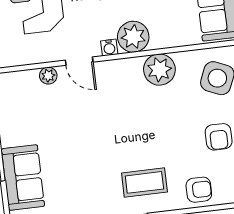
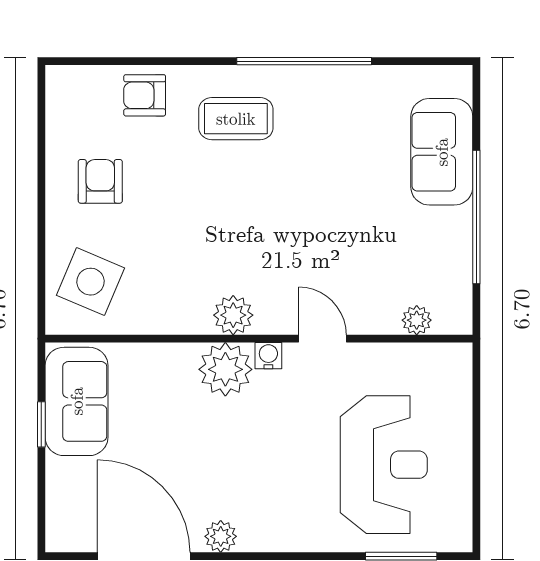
plant: (159, 70) -> (233, 315), moved, width x0.73, depth x0.73
plant: (48, 76) -> (417, 320), moved

